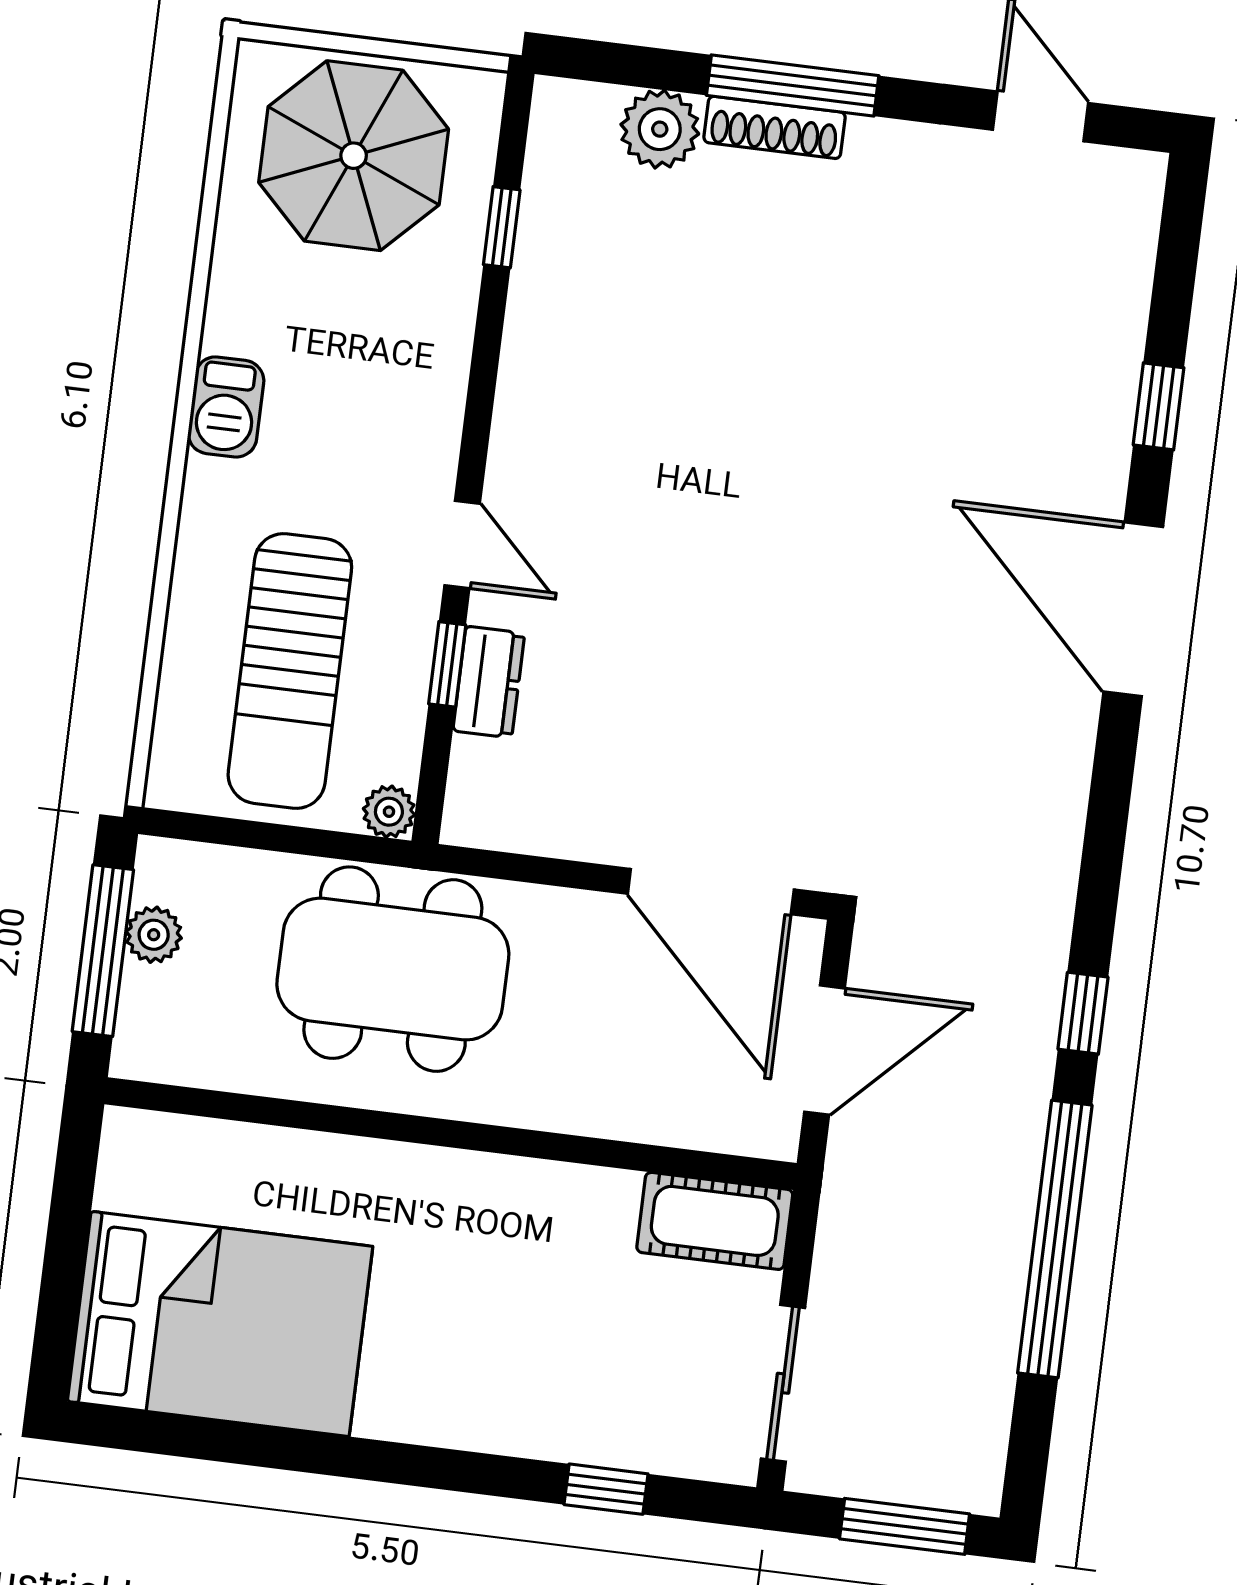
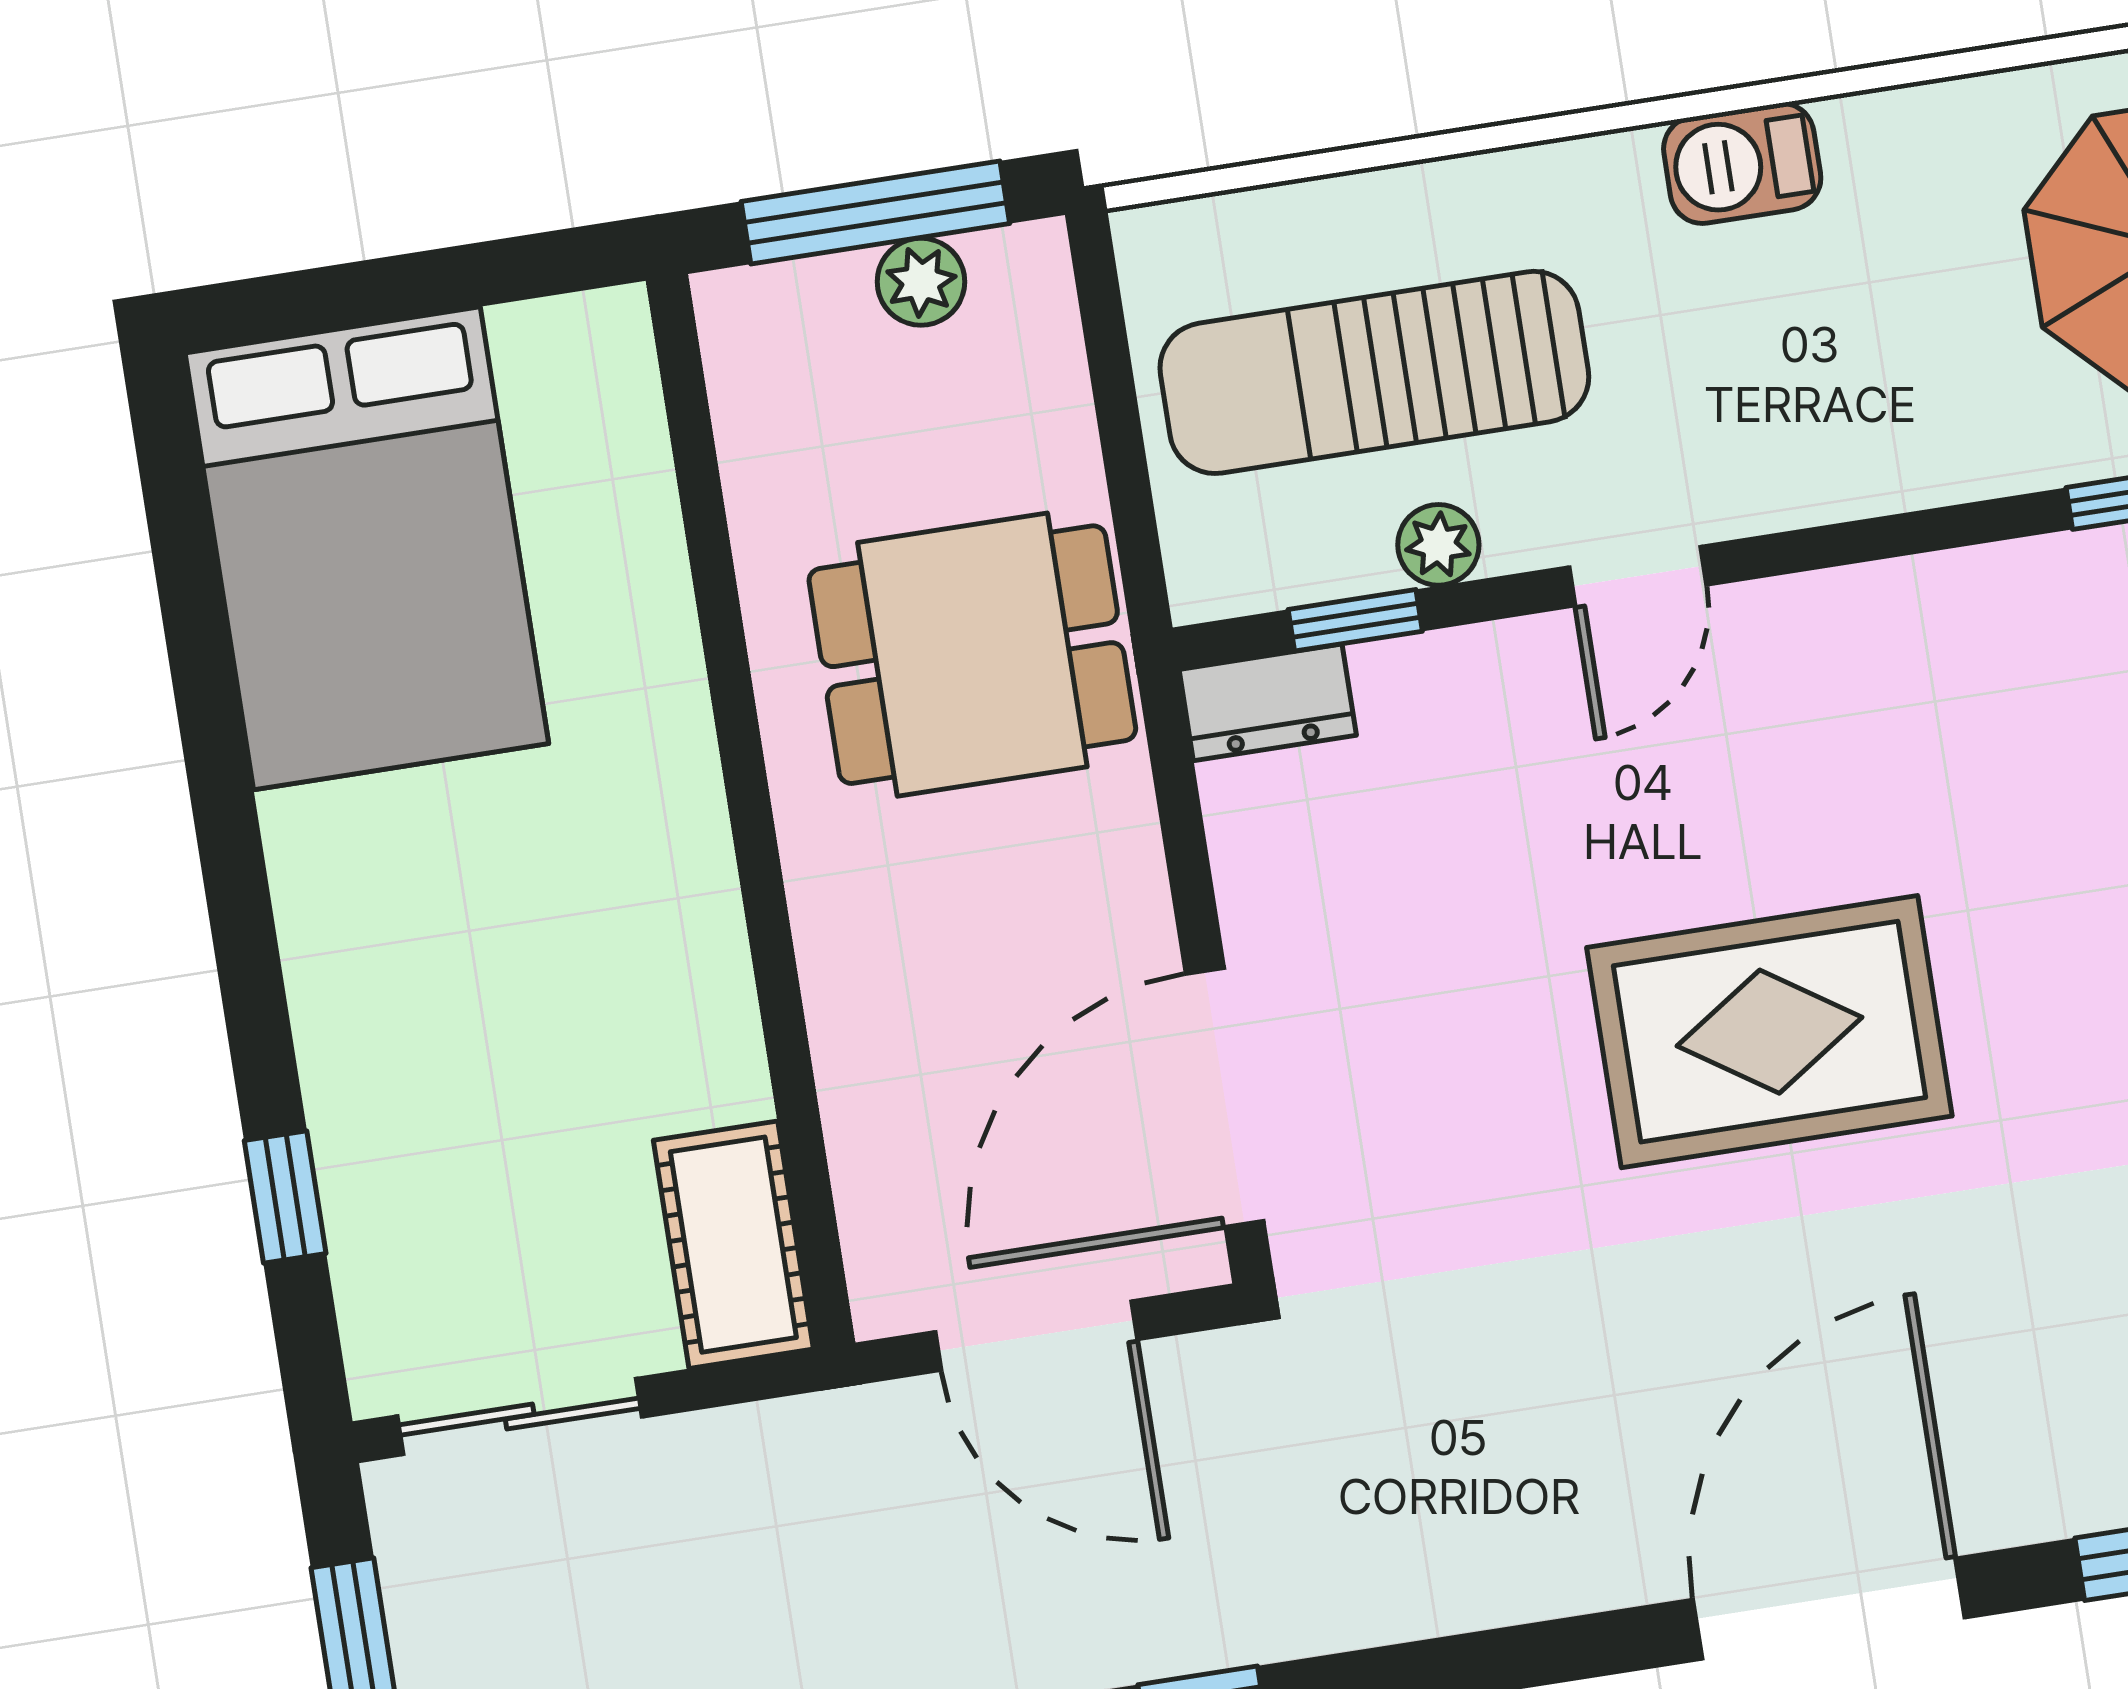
rug: (767, 544) -> (1769, 1032), added
window: (447, 664) -> (1355, 620), moved
dresser: (489, 682) -> (1268, 702), moved
plant: (389, 812) -> (1438, 545), moved
dining table: (393, 969) -> (972, 655), width x0.73

